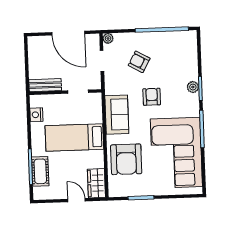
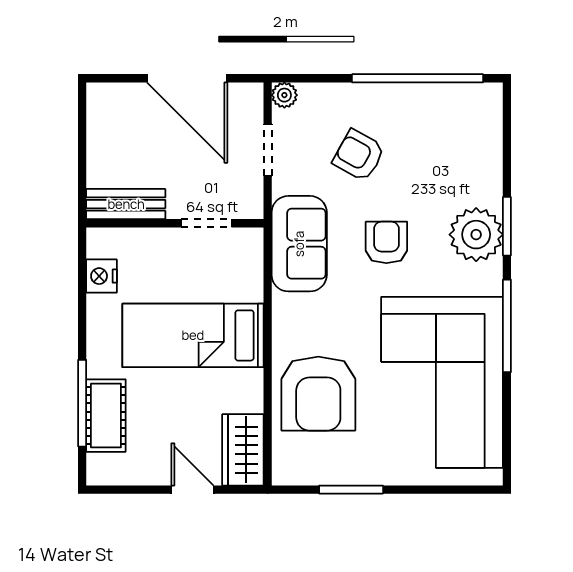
plant: (193, 87) -> (476, 235), width x1.88, depth x1.88
sofa: (117, 115) -> (299, 244), moved

